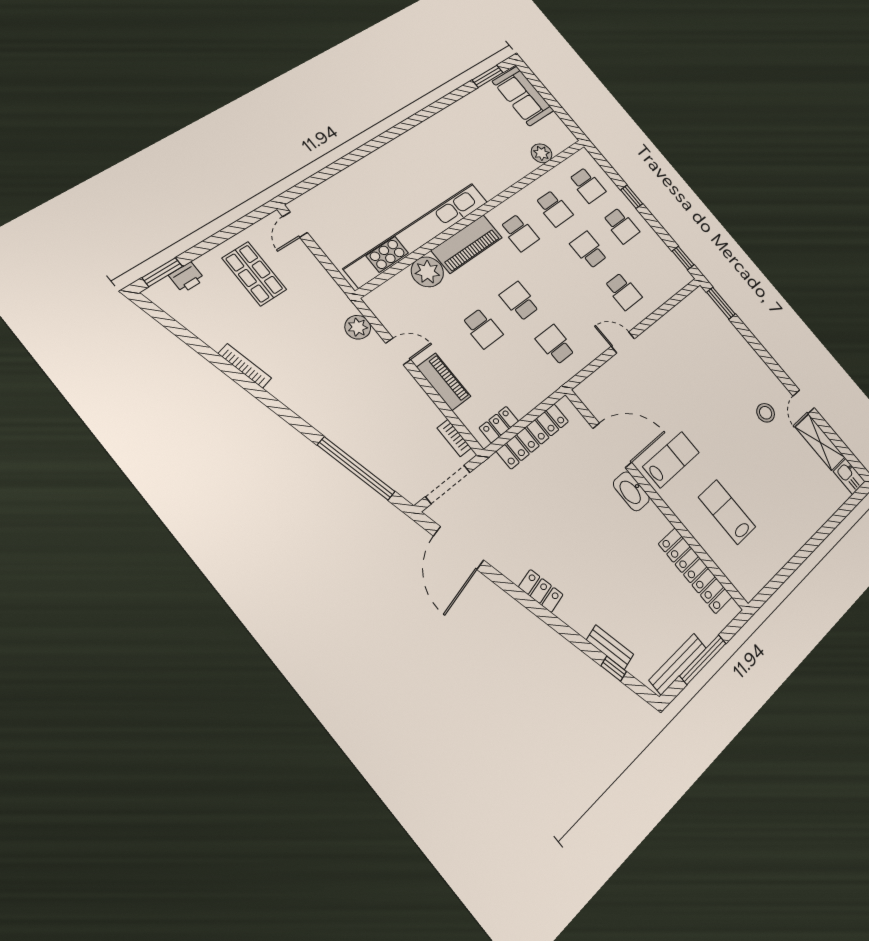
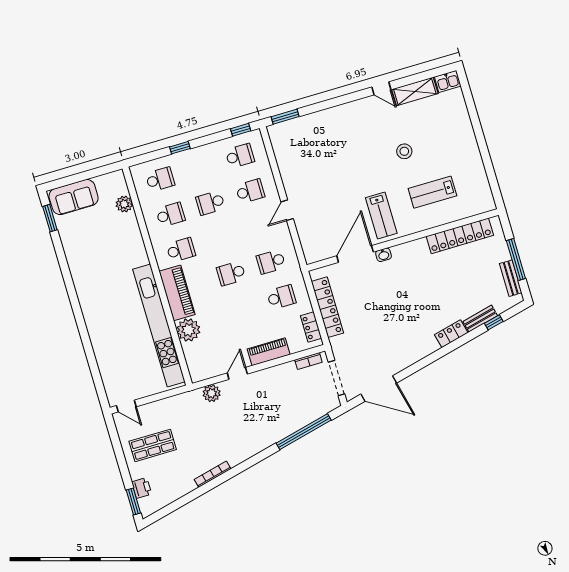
school desk: (621, 226) -> (240, 156), moved
school desk: (483, 328) -> (281, 297), moved
stool: (766, 413) -> (404, 151), moved
lab bench: (671, 460) -> (381, 215), turned 180
washbasin: (631, 491) -> (384, 255), width x0.52, depth x0.69
locker: (541, 591) -> (451, 334), moved
bench: (678, 664) -> (511, 278), width x0.73

